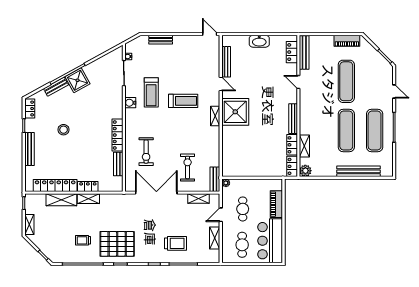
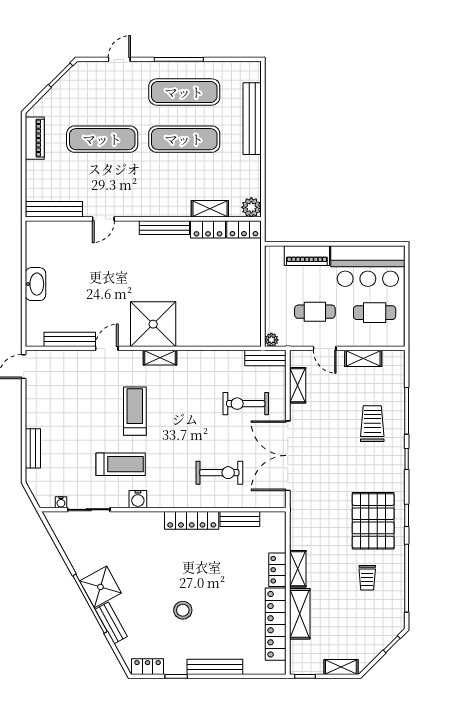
locker: (292, 52) -> (54, 230), removed

